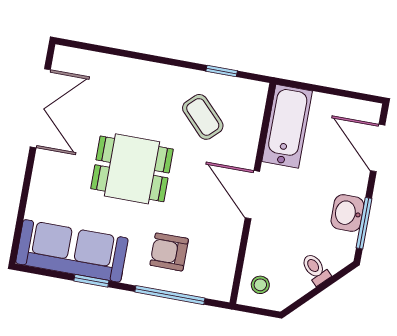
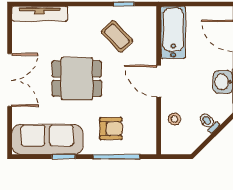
tv unit: (95, 63) -> (40, 14), added
double door: (40, 108) -> (10, 80), moved
armchair: (169, 252) -> (111, 129), turned 180
stool: (260, 285) -> (175, 119), moved

